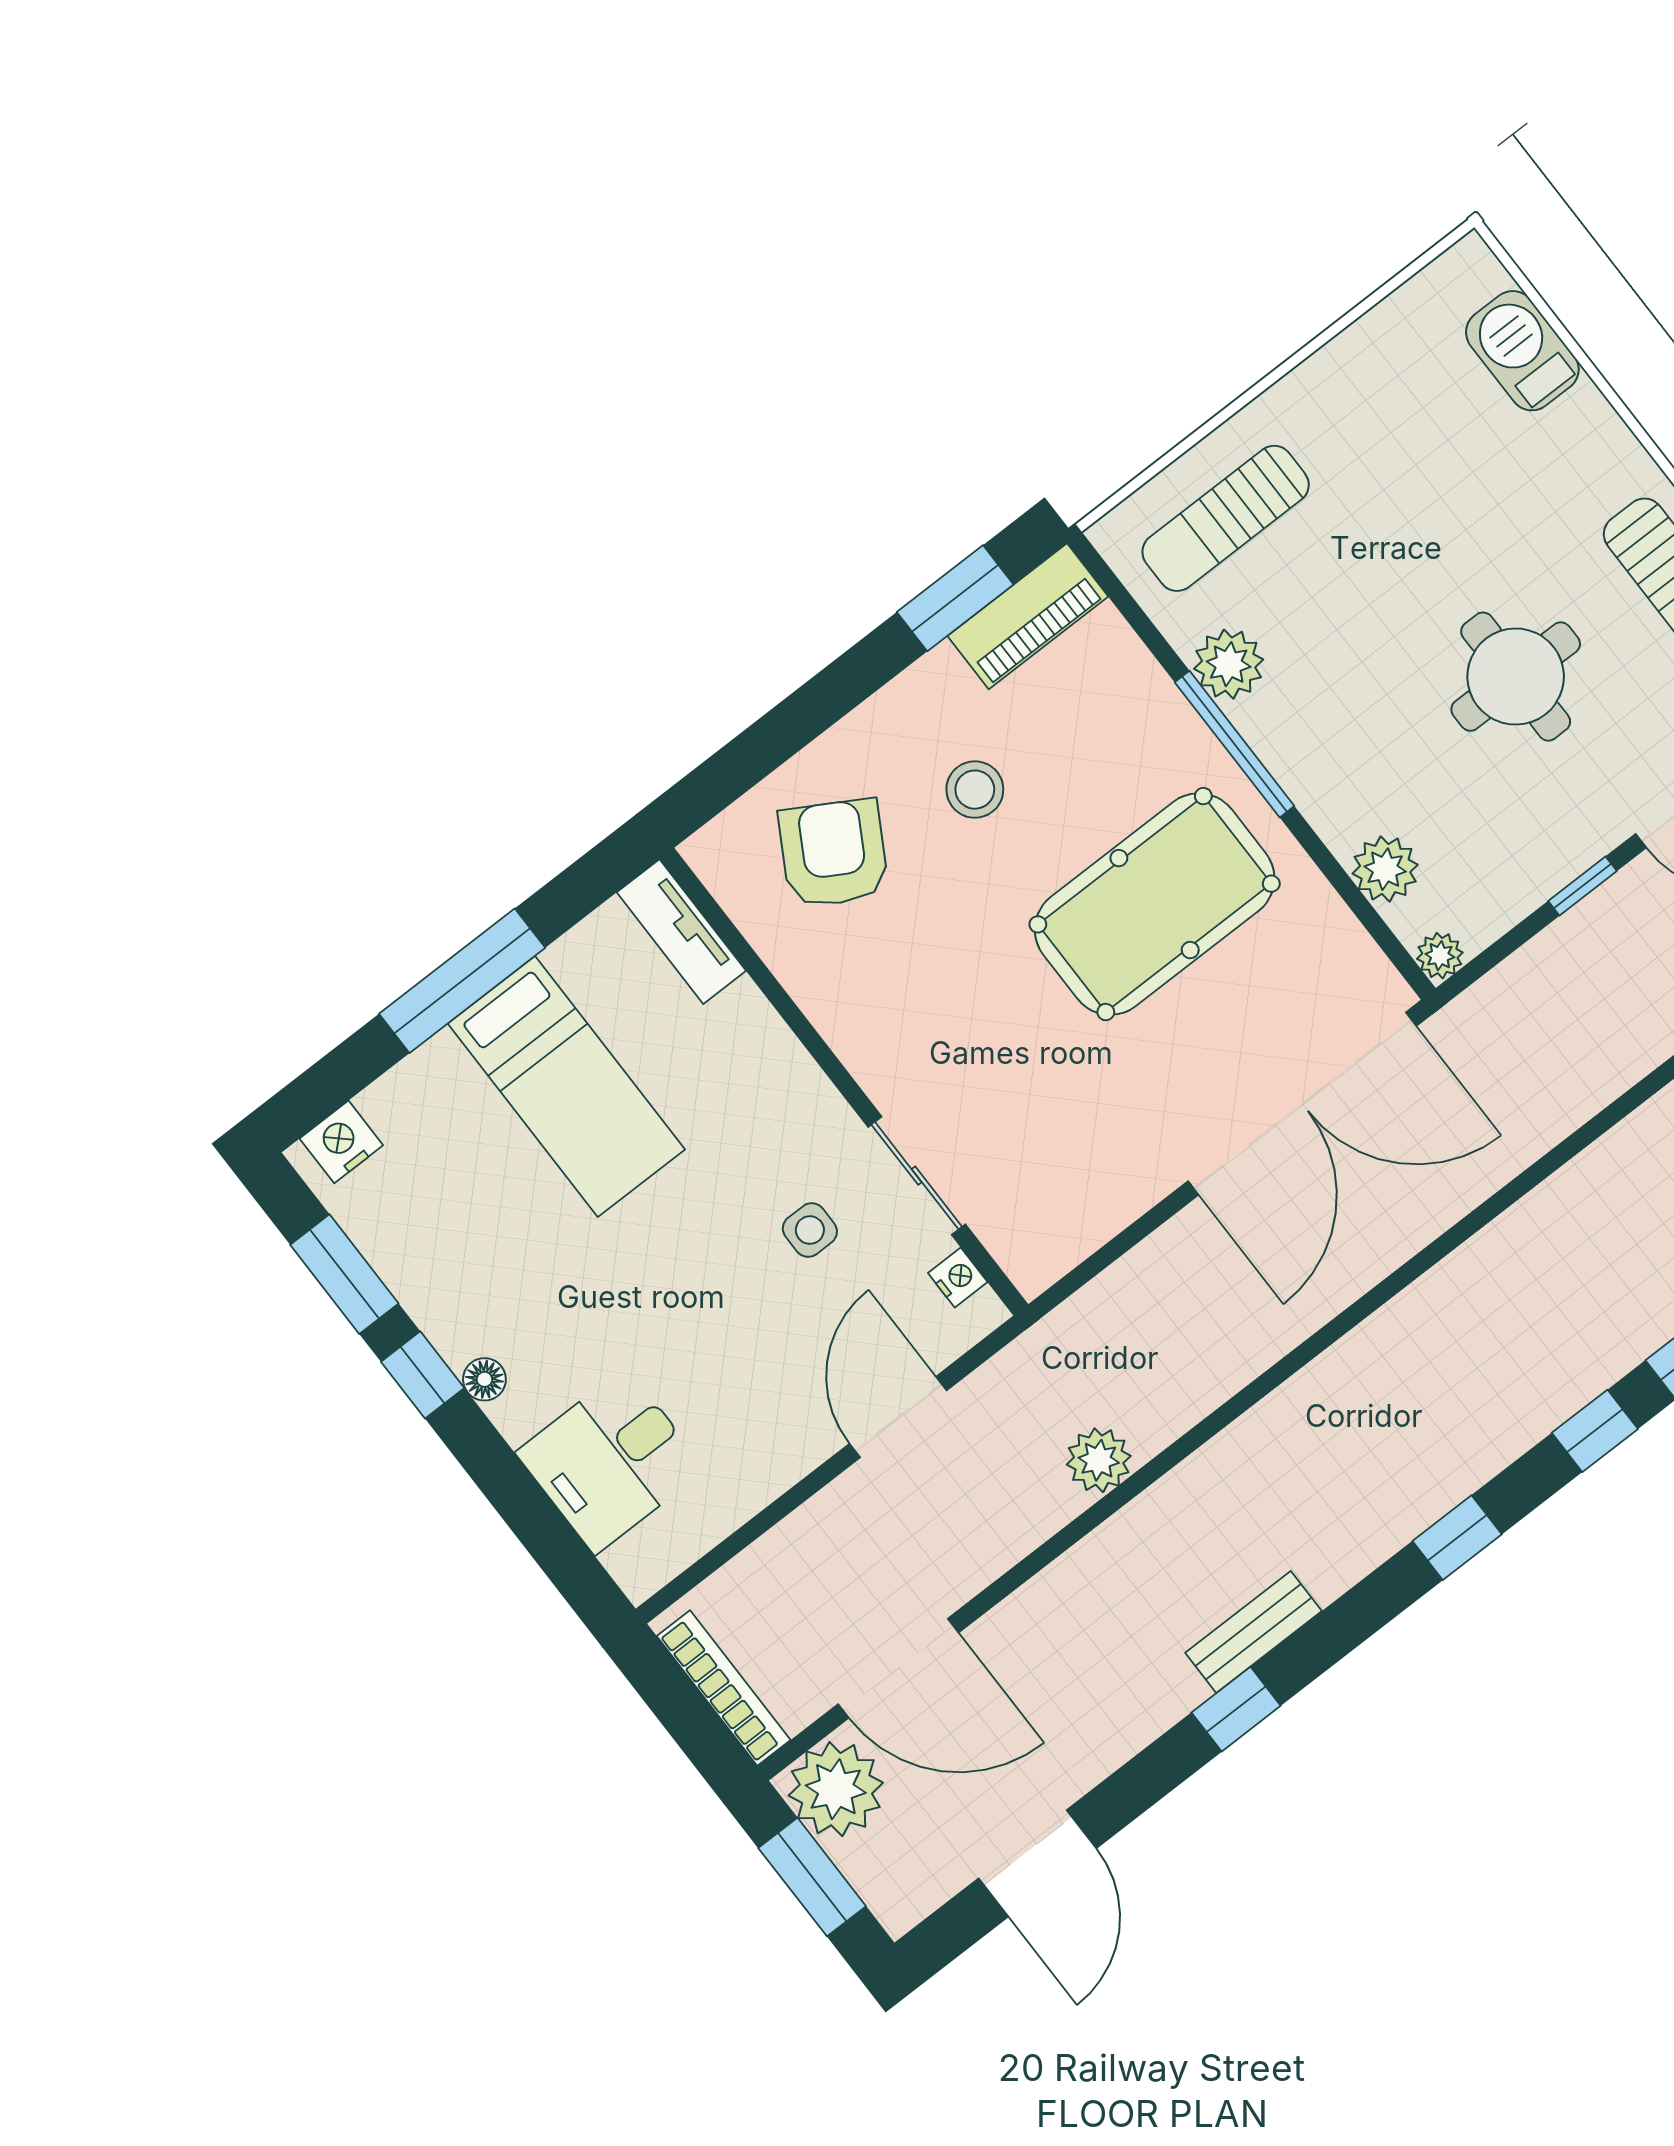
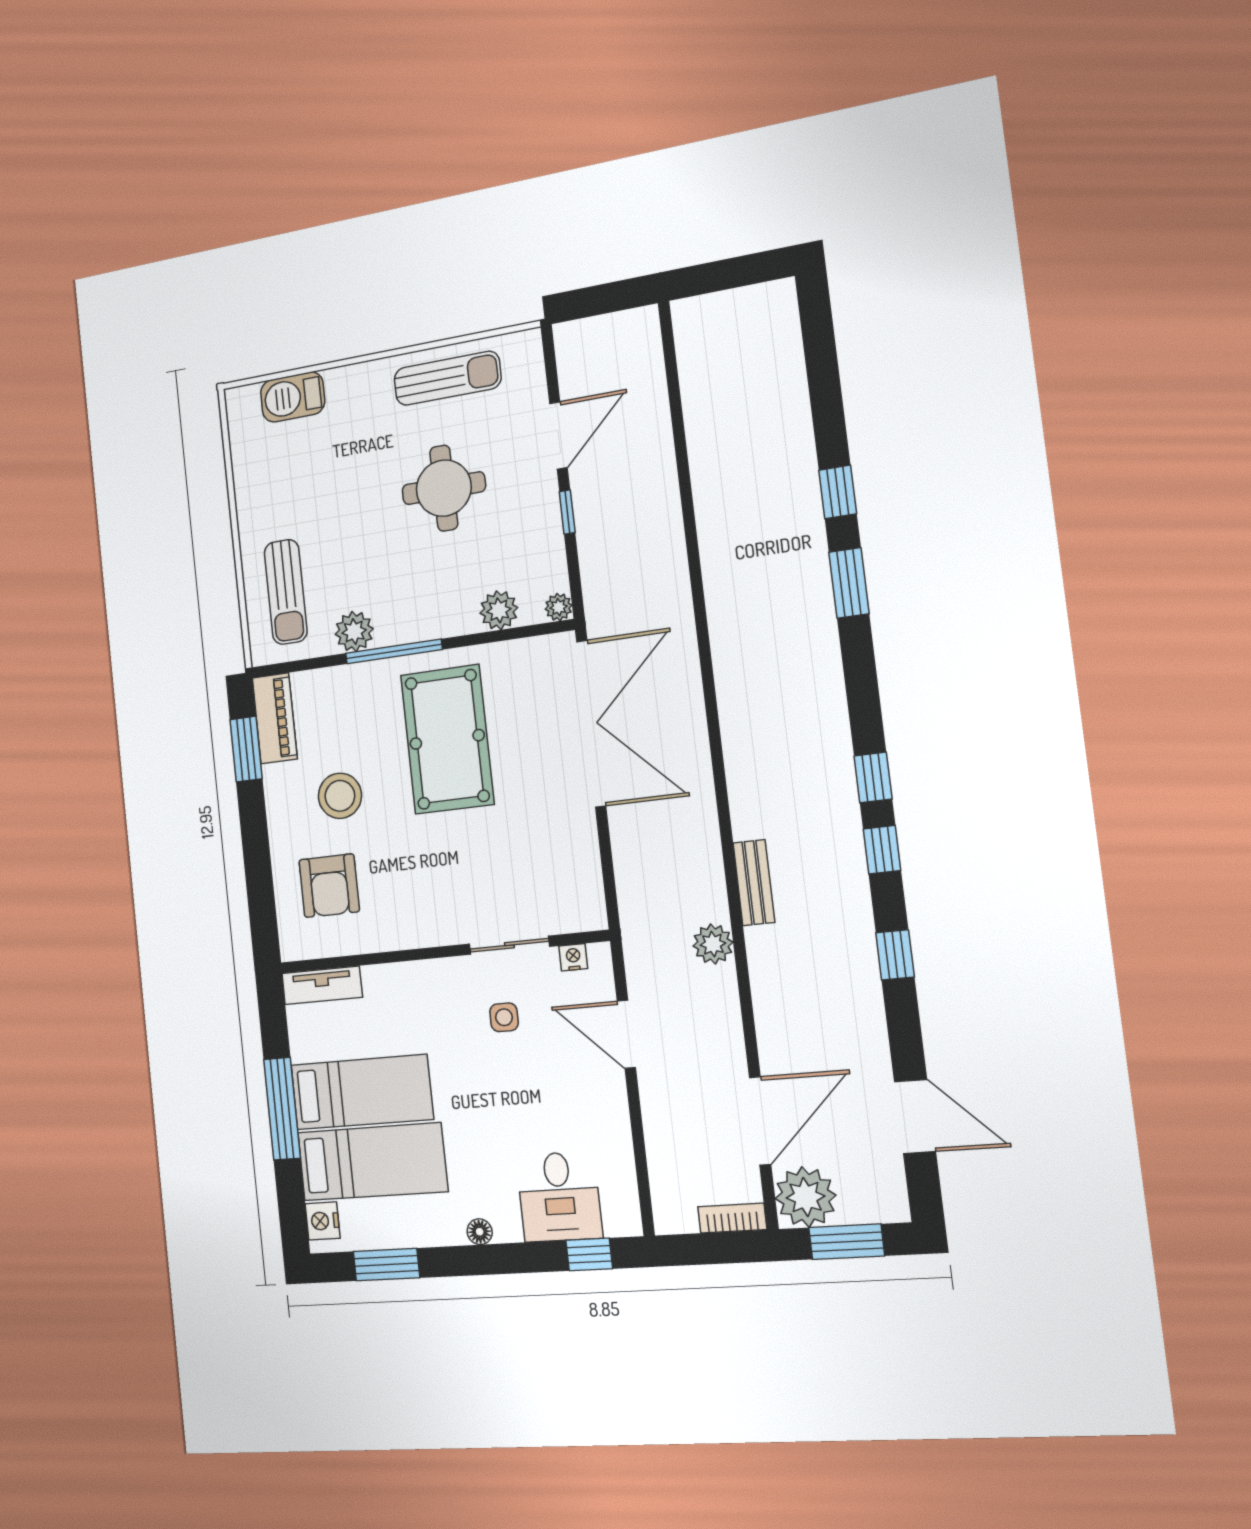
stool: (975, 790) -> (340, 796), width x1.38, depth x1.38
armchair: (833, 853) -> (329, 886), turned -120
bed: (477, 1163) -> (372, 1162), added
window: (423, 1375) -> (589, 1254), moved
window: (1595, 1431) -> (882, 850), moved
bench: (1253, 1632) -> (754, 883), moved
bookcase: (724, 1688) -> (732, 1218), width x0.64

